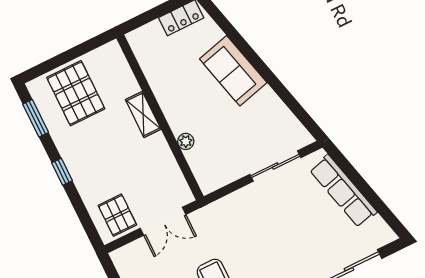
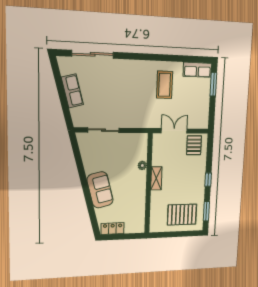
pallet: (76, 93) -> (182, 215), turned 90
shelving: (143, 114) -> (156, 178), moved
row of seats: (343, 191) -> (72, 91), width x0.68

